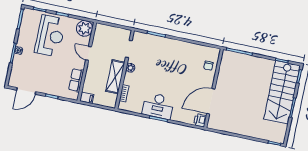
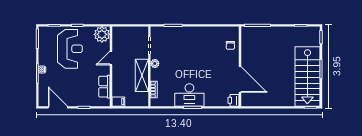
door: (89, 53) -> (111, 58), hinge flipped
door: (26, 91) -> (58, 107), swing flipped
stairs: (282, 92) -> (307, 77), moved
door: (211, 101) -> (240, 80), swing flipped

